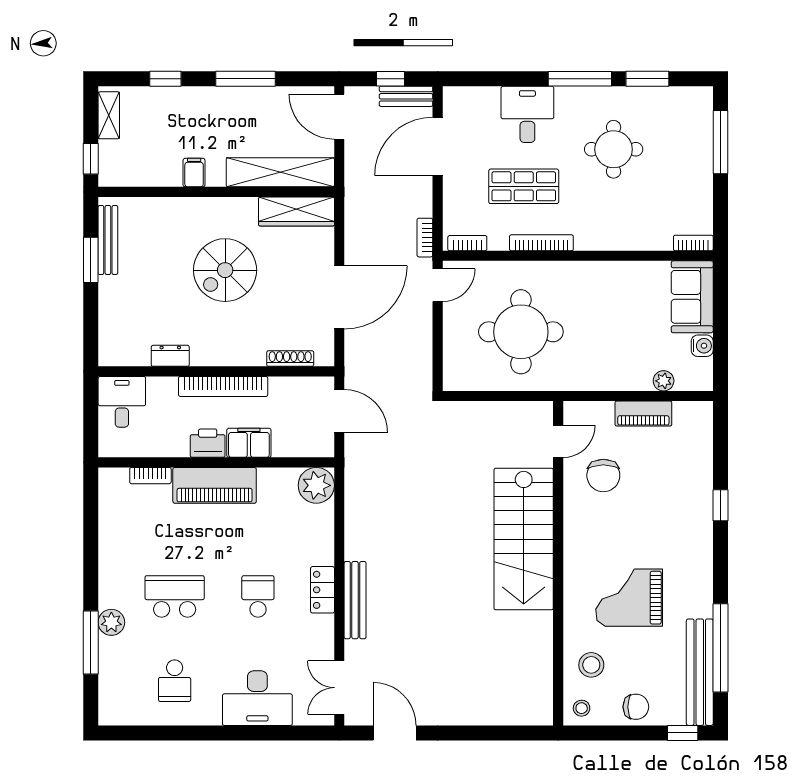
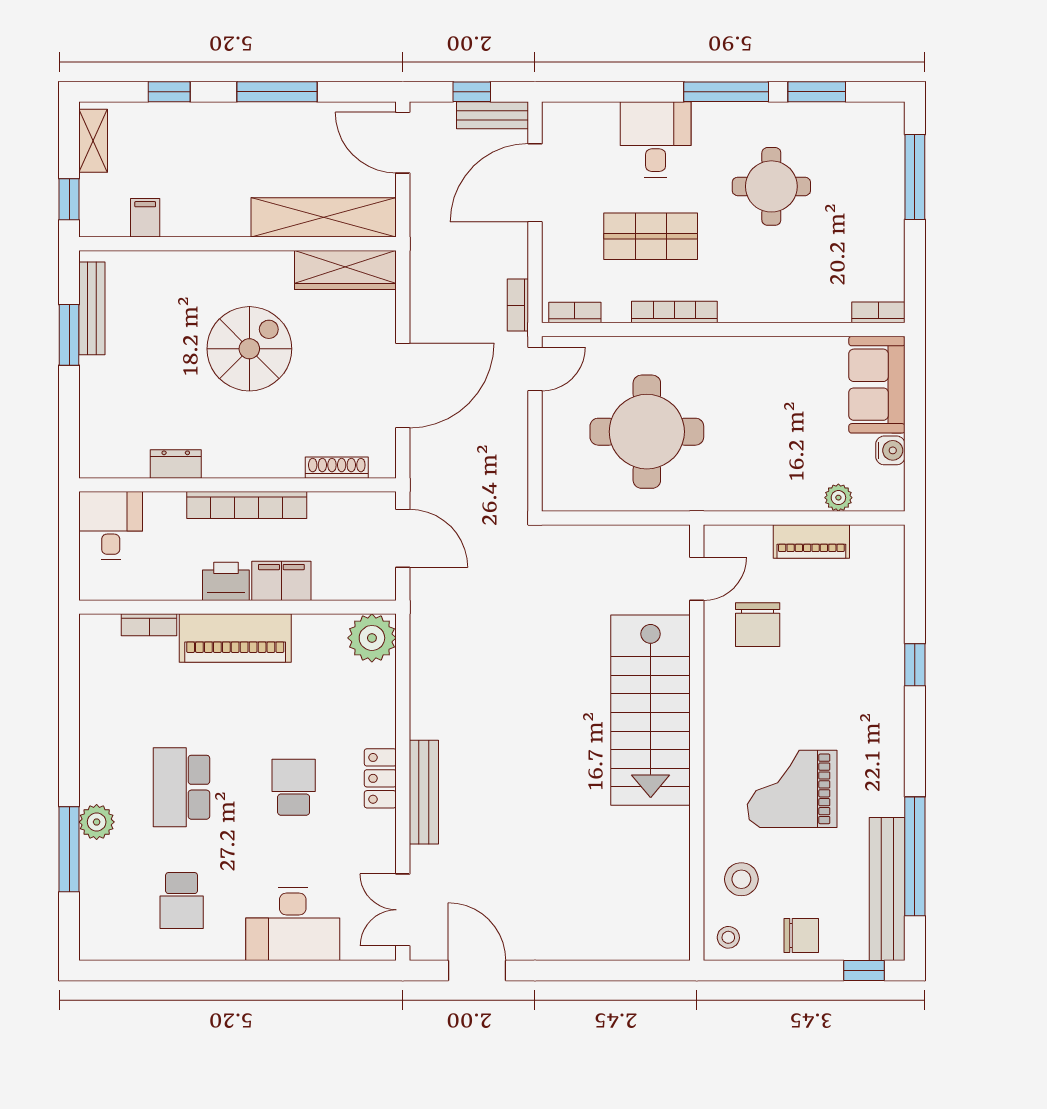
filing cabinet: (194, 173) -> (145, 218), moved
spiral stairs: (225, 270) -> (249, 349), turned 180
school desk: (175, 596) -> (182, 787), turned -90

